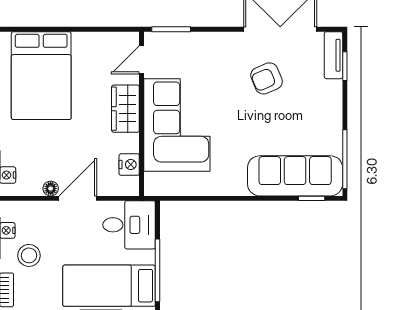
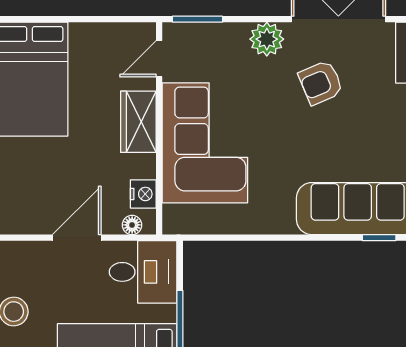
plant: (225, 45) -> (267, 39), added
floor lamp: (51, 189) -> (132, 225), moved

